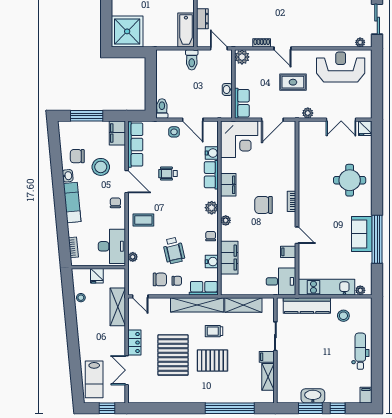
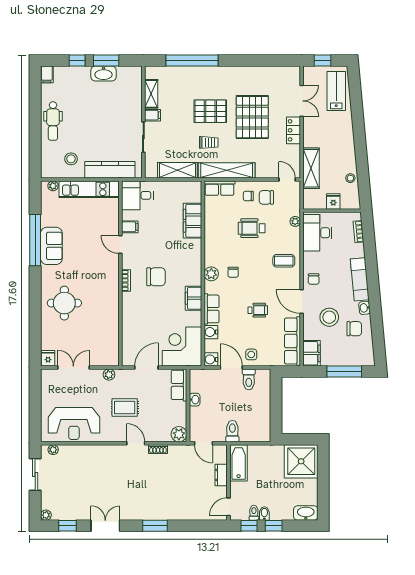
toilet: (162, 108) -> (249, 379), moved
plant: (226, 220) -> (196, 260), removed
chair: (211, 236) -> (233, 272), moved
wheelchair: (174, 251) -> (252, 228), turned -77
water cooler: (212, 262) -> (211, 359), moved

